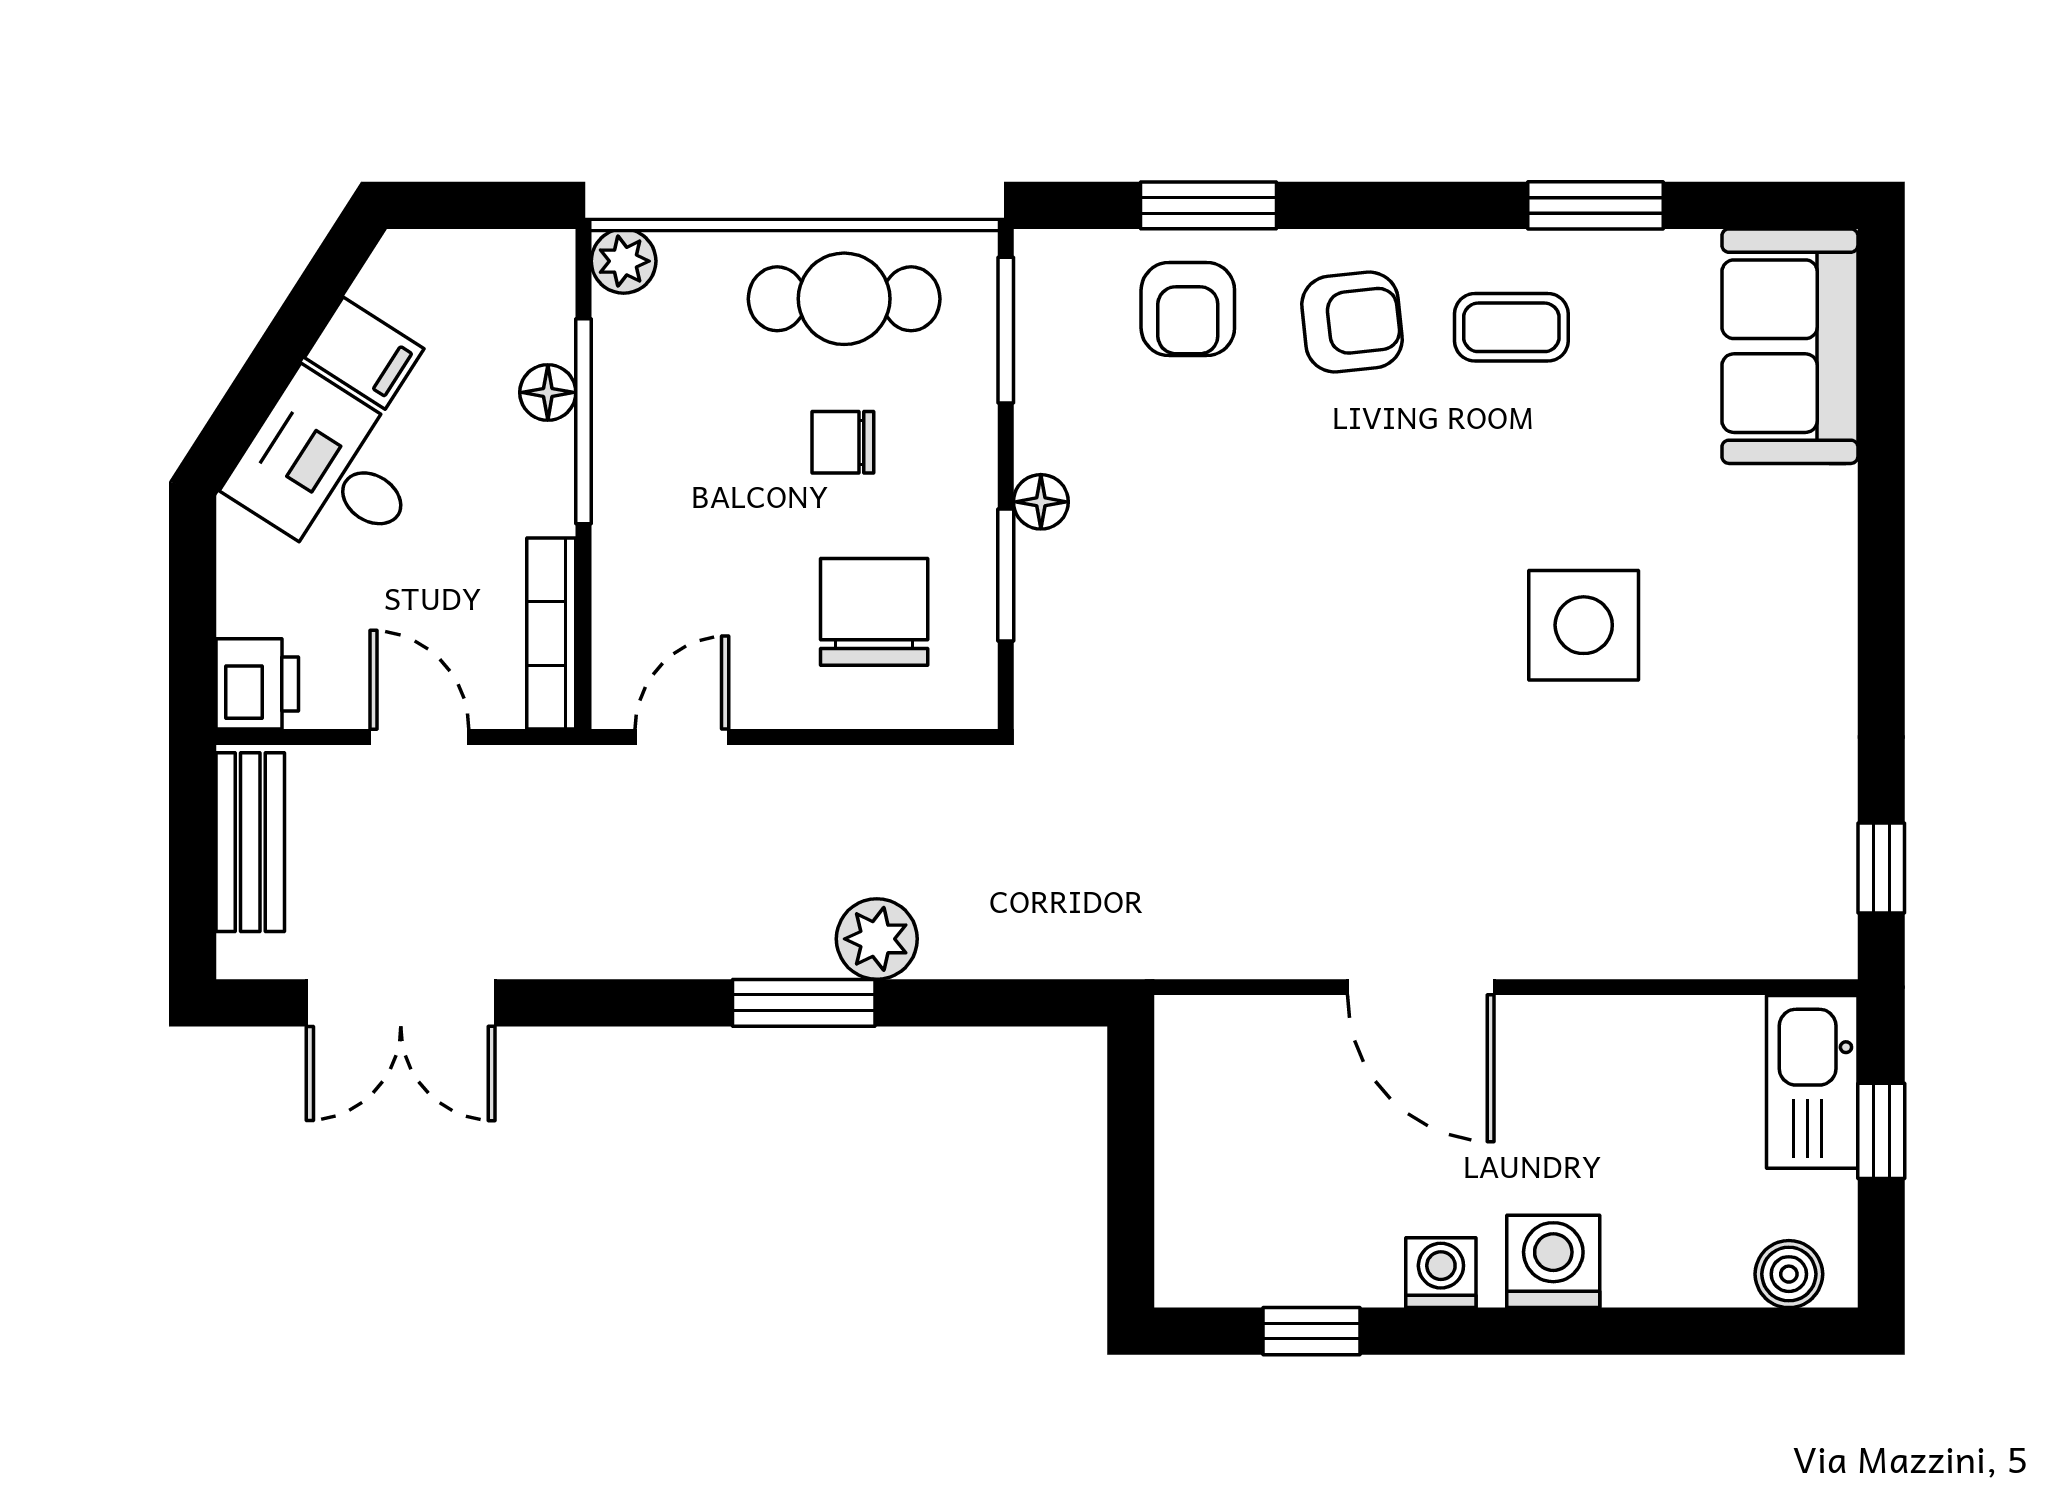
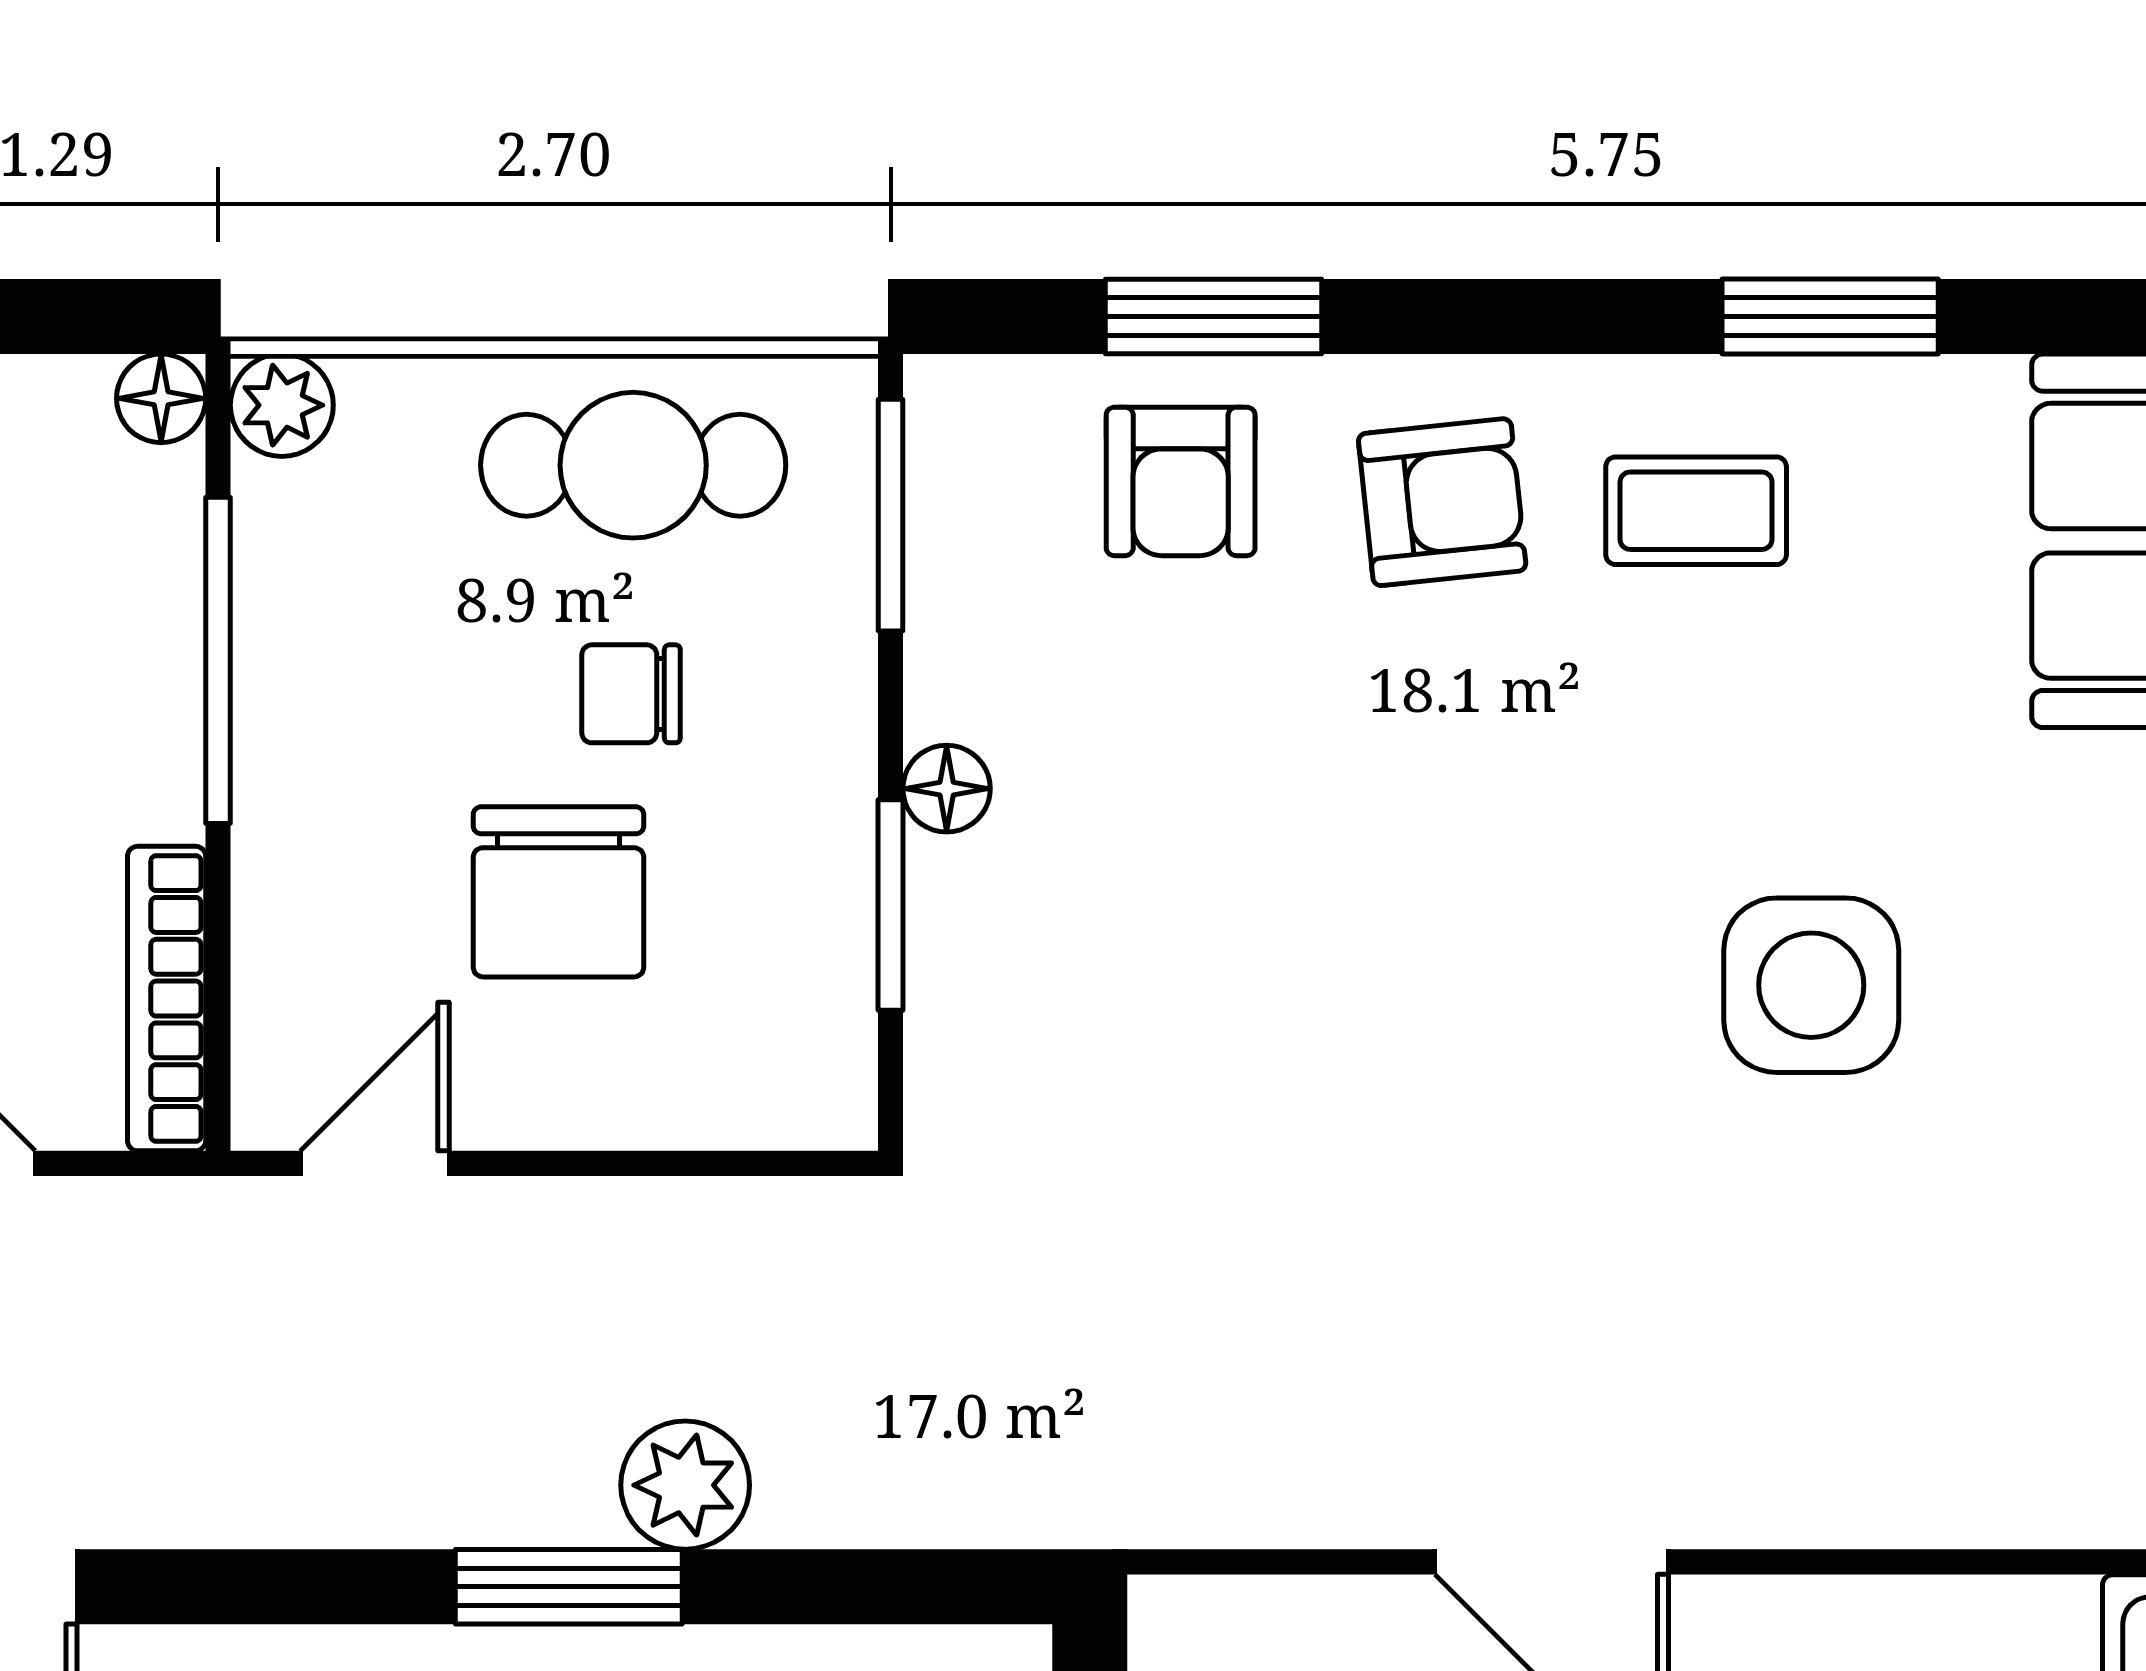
floor lamp: (548, 392) -> (161, 398), moved
chair: (874, 612) -> (558, 892), moved, turned 180

